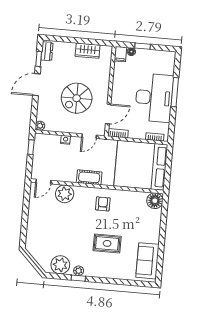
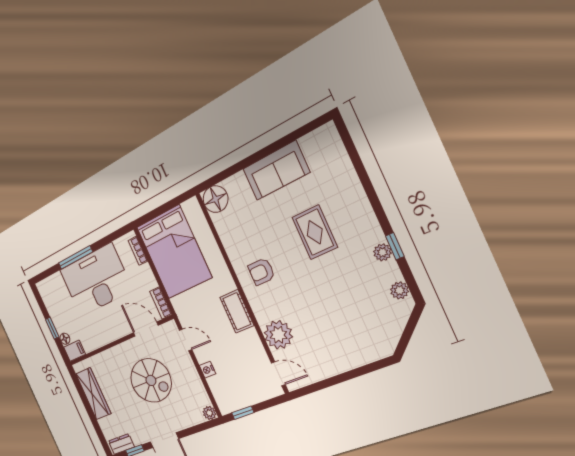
wardrobe: (88, 51) -> (93, 394), width x1.50
bed: (141, 165) -> (174, 252), width x0.73
sofa: (147, 261) -> (276, 171), moved
plant: (60, 265) -> (400, 290), width x0.53, depth x0.53

